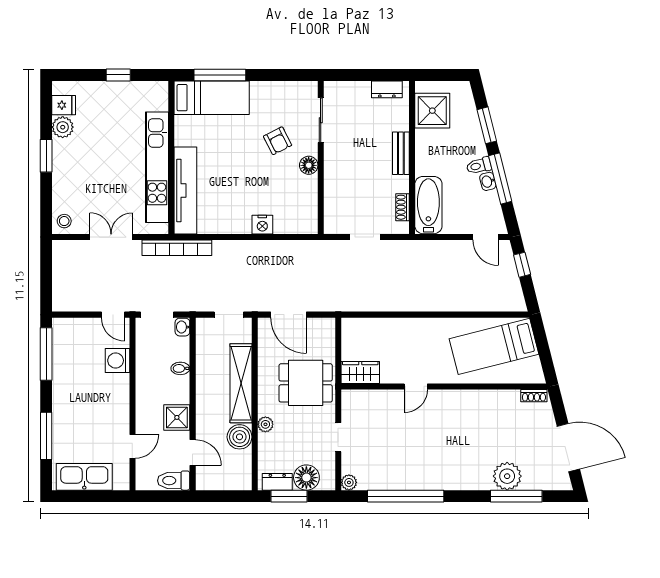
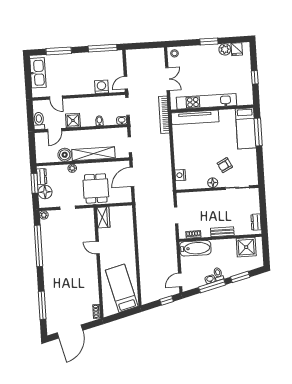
nightstand: (262, 225) -> (180, 175), moved
plant: (507, 476) -> (53, 300), removed

